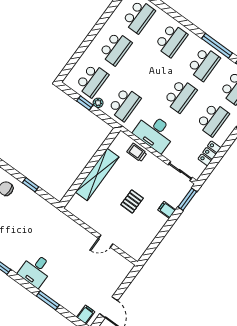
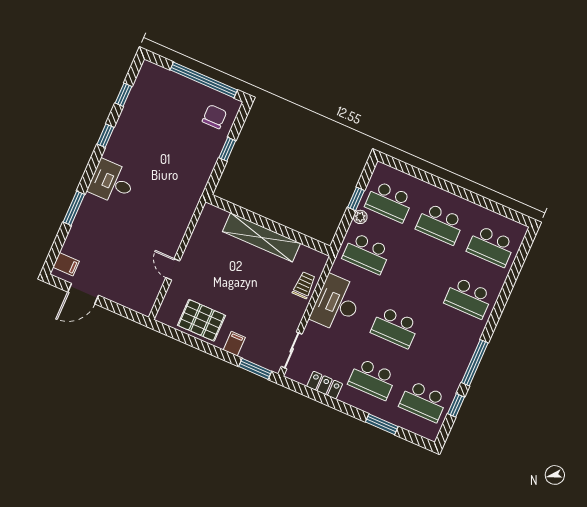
school desk: (204, 64) -> (446, 350), removed
pallet: (132, 201) -> (201, 320), moved, width x1.50, depth x1.42

